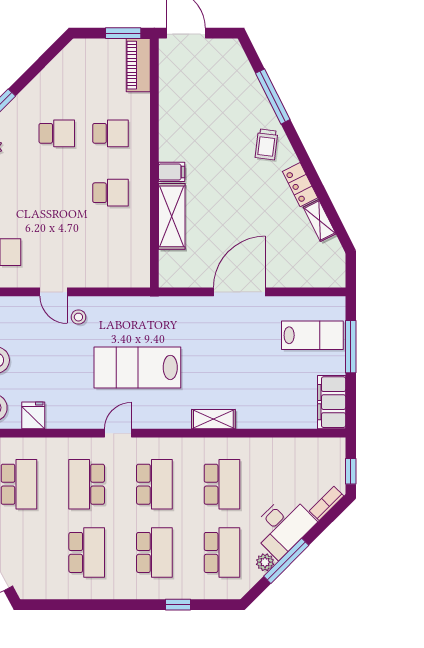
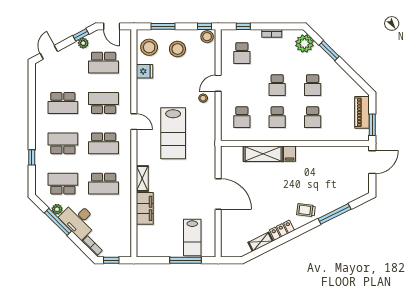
piano: (138, 65) -> (362, 112), moved, turned -90
school desk: (57, 193) -> (277, 85), added
school desk: (110, 252) -> (242, 117), added
lab bench: (137, 367) -> (173, 133), turned 180
filing cabinet: (332, 402) -> (145, 208), moved, turned 90
school desk: (154, 552) -> (63, 143), turned 180
school desk: (222, 552) -> (63, 184), turned 180

